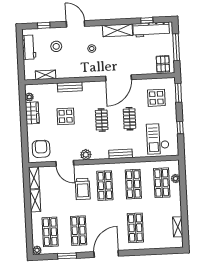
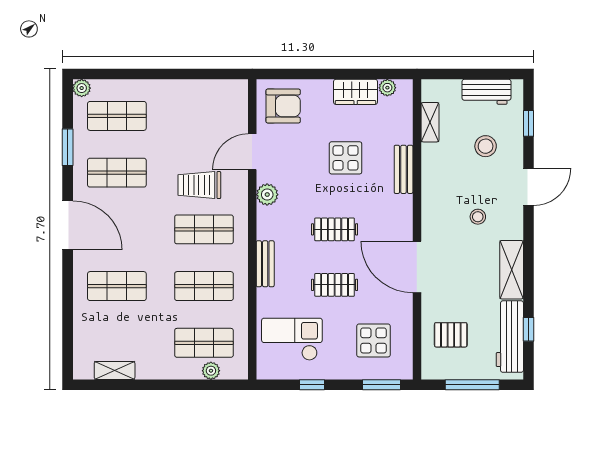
pallet: (163, 64) -> (451, 335), moved
shelving: (34, 178) -> (226, 89), removed
shelving: (35, 201) -> (180, 89), removed

